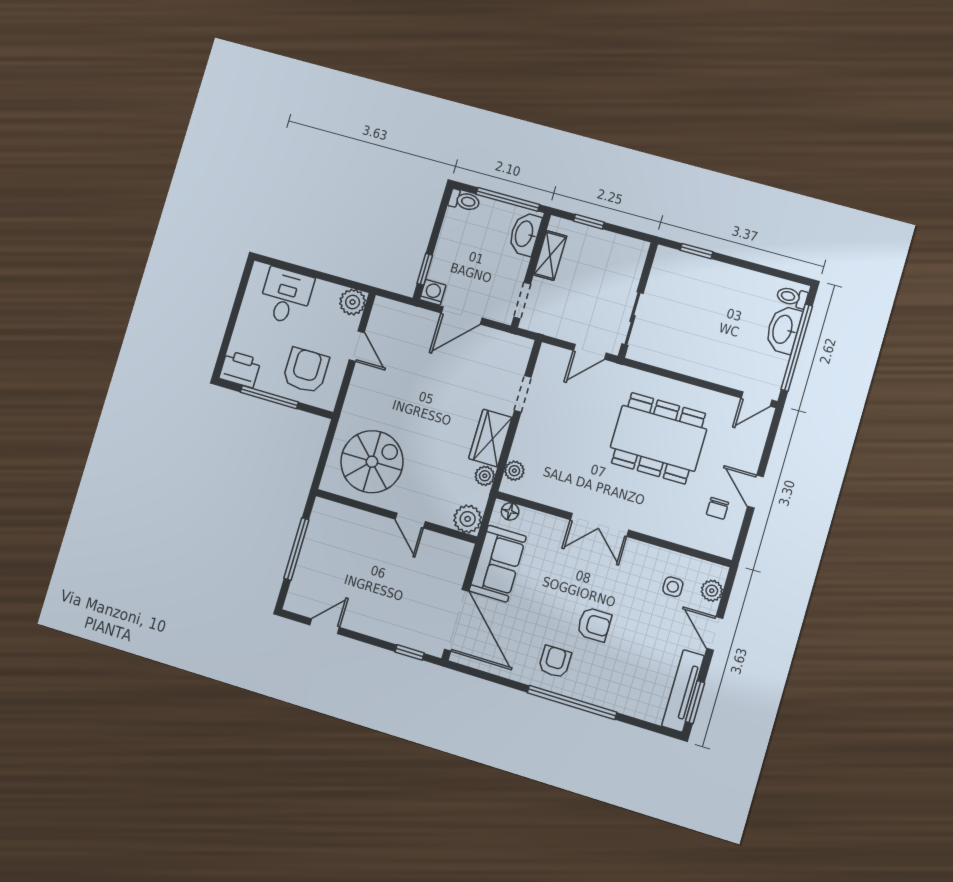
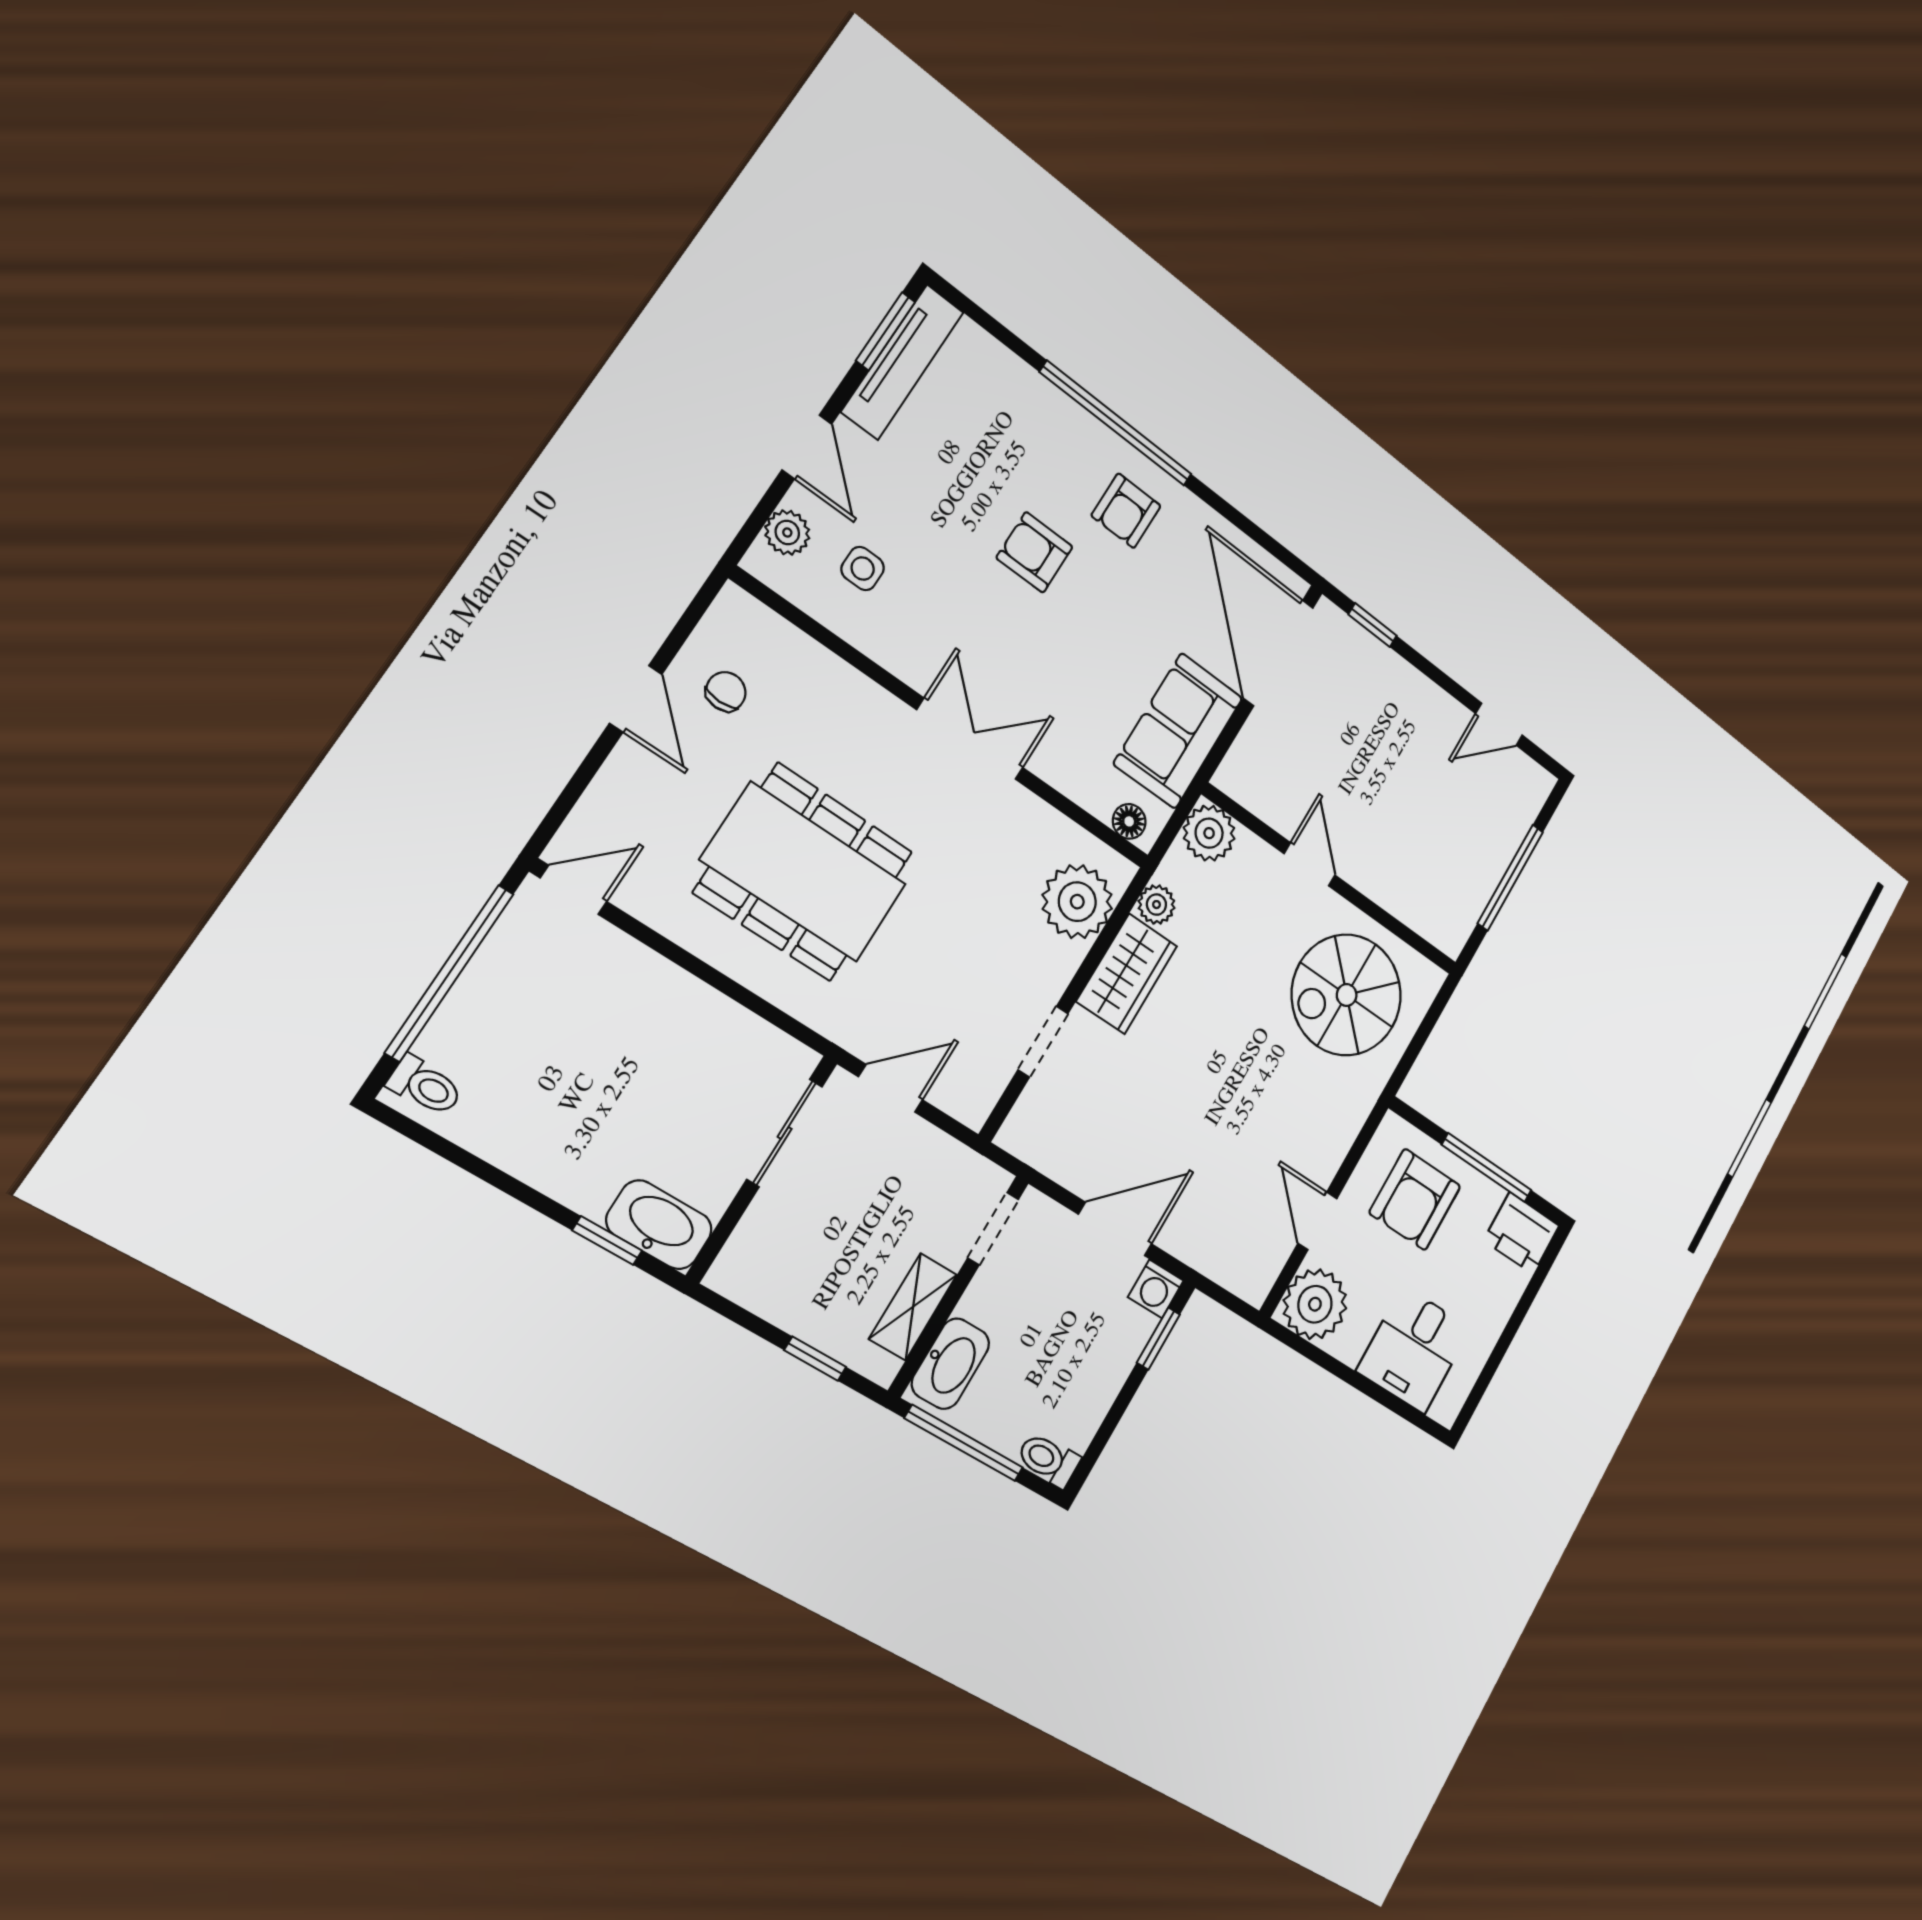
plant: (353, 302) -> (1315, 1304), width x1.36, depth x1.36
washbasin: (783, 329) -> (659, 1225), moved, turned -90
plant: (514, 471) -> (1077, 902), width x1.88, depth x1.88

